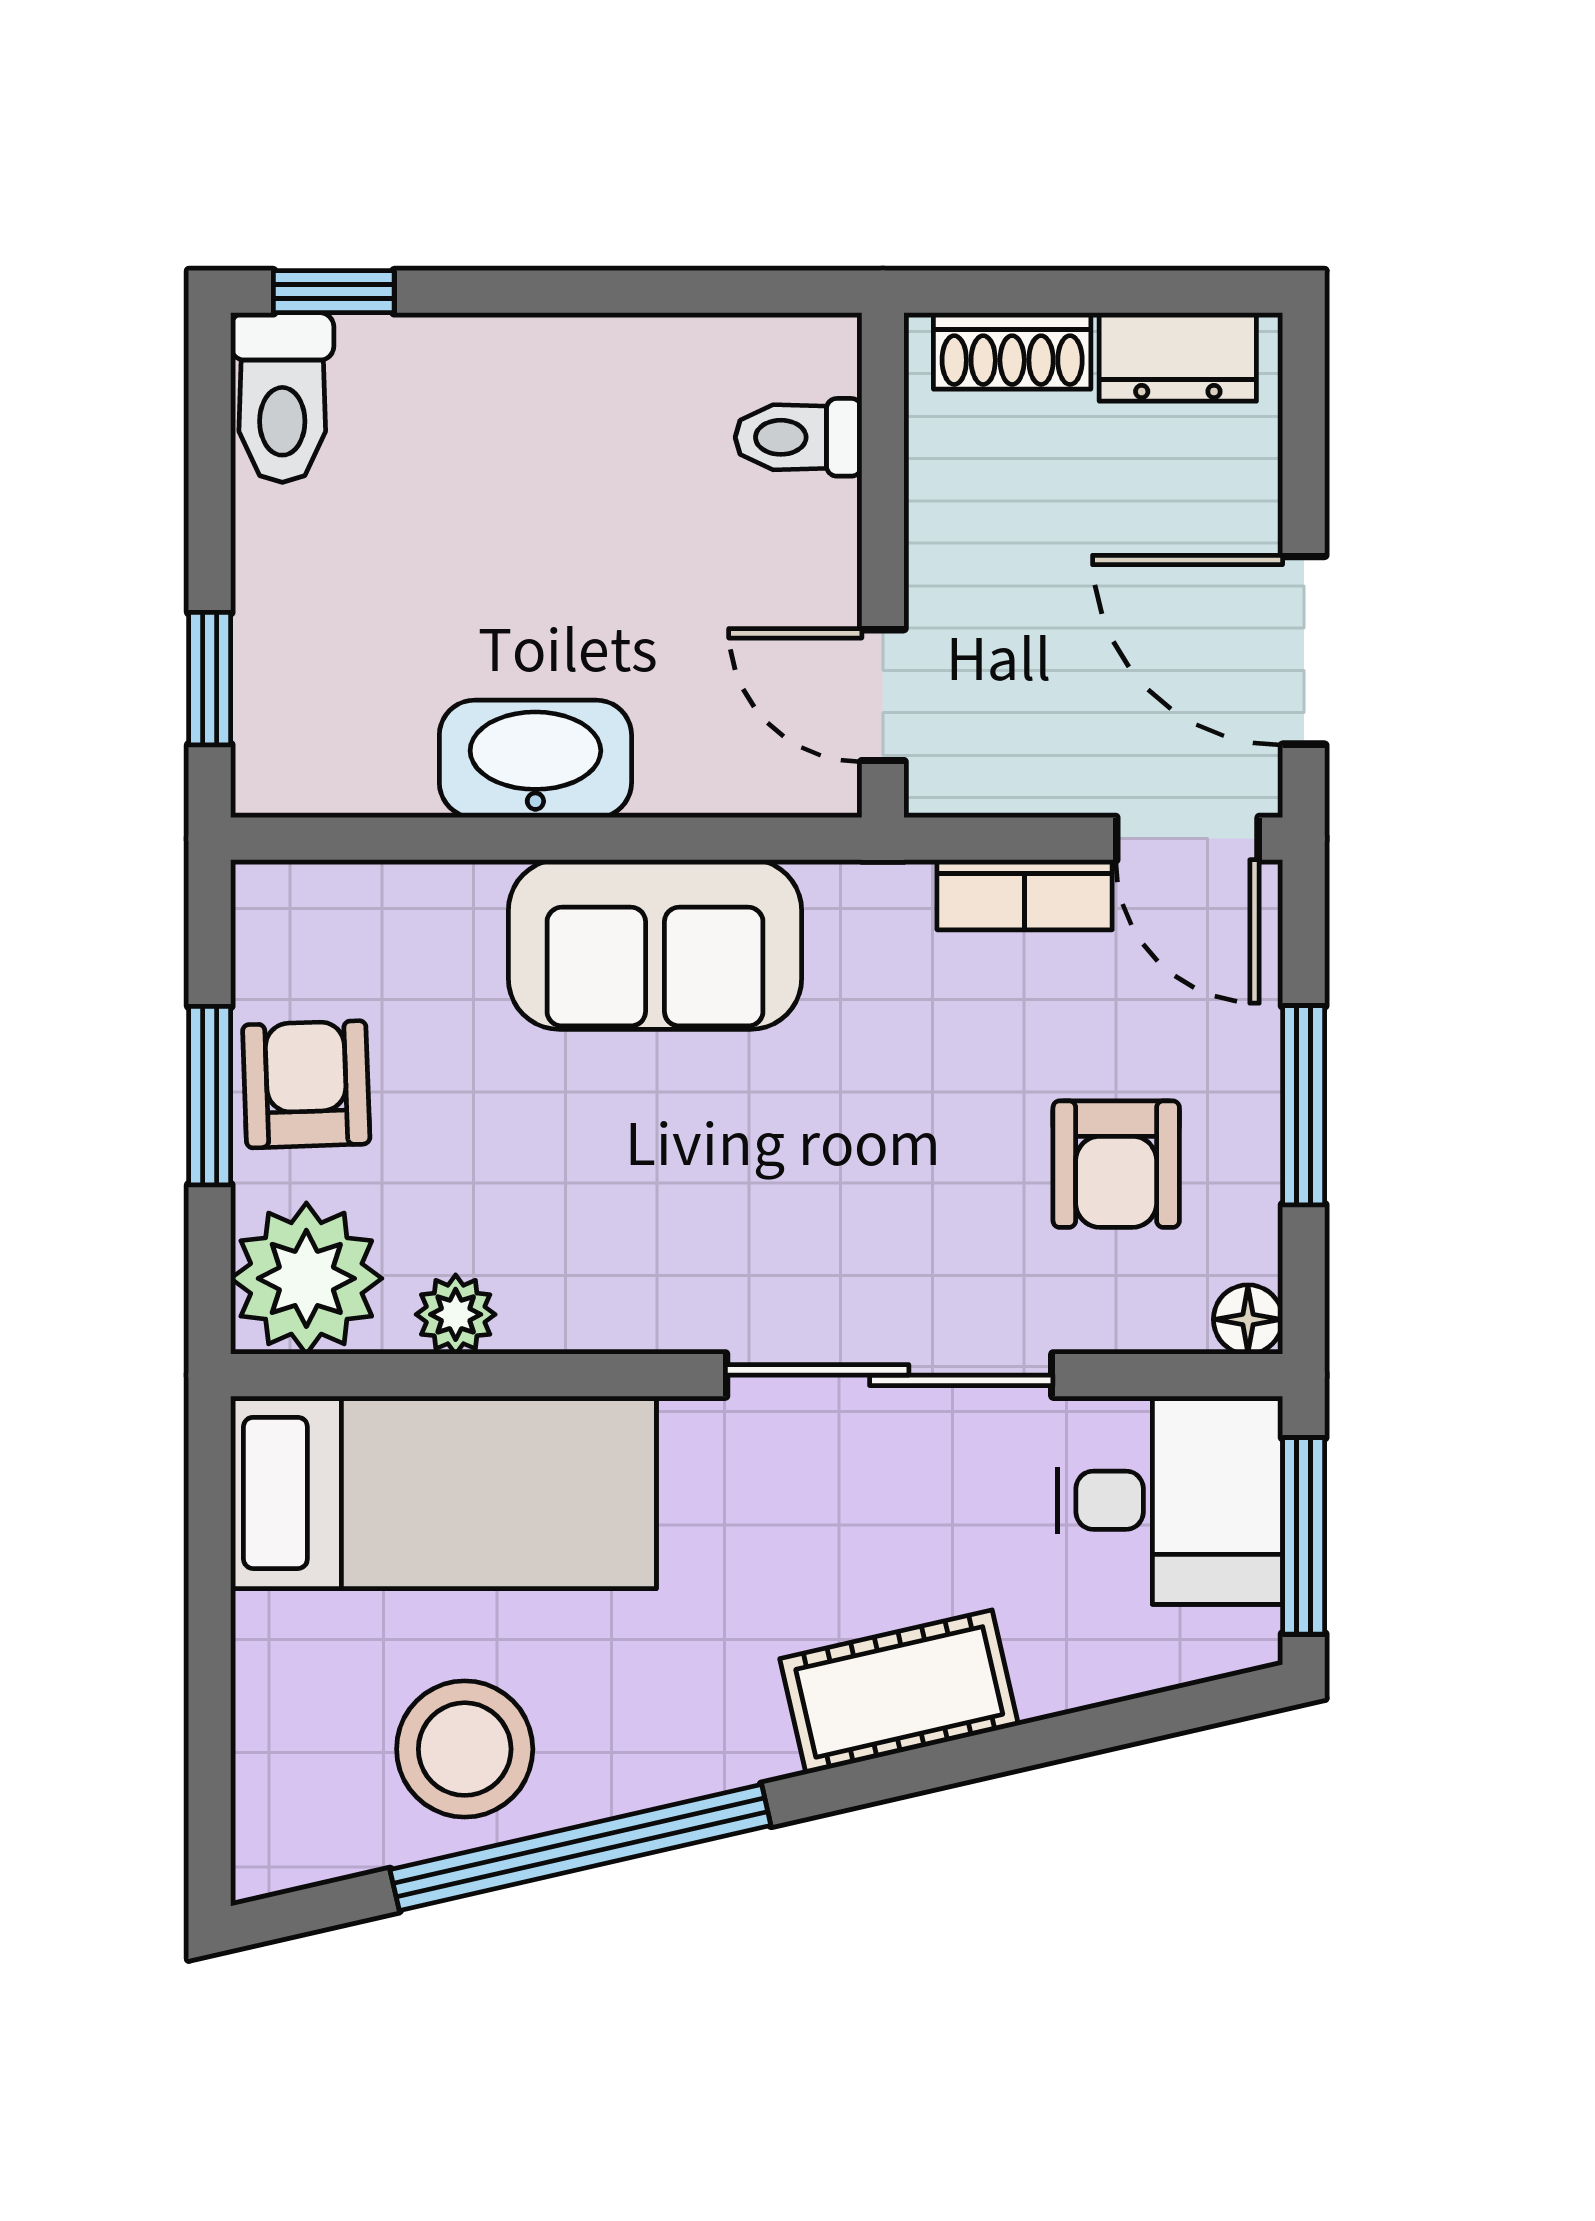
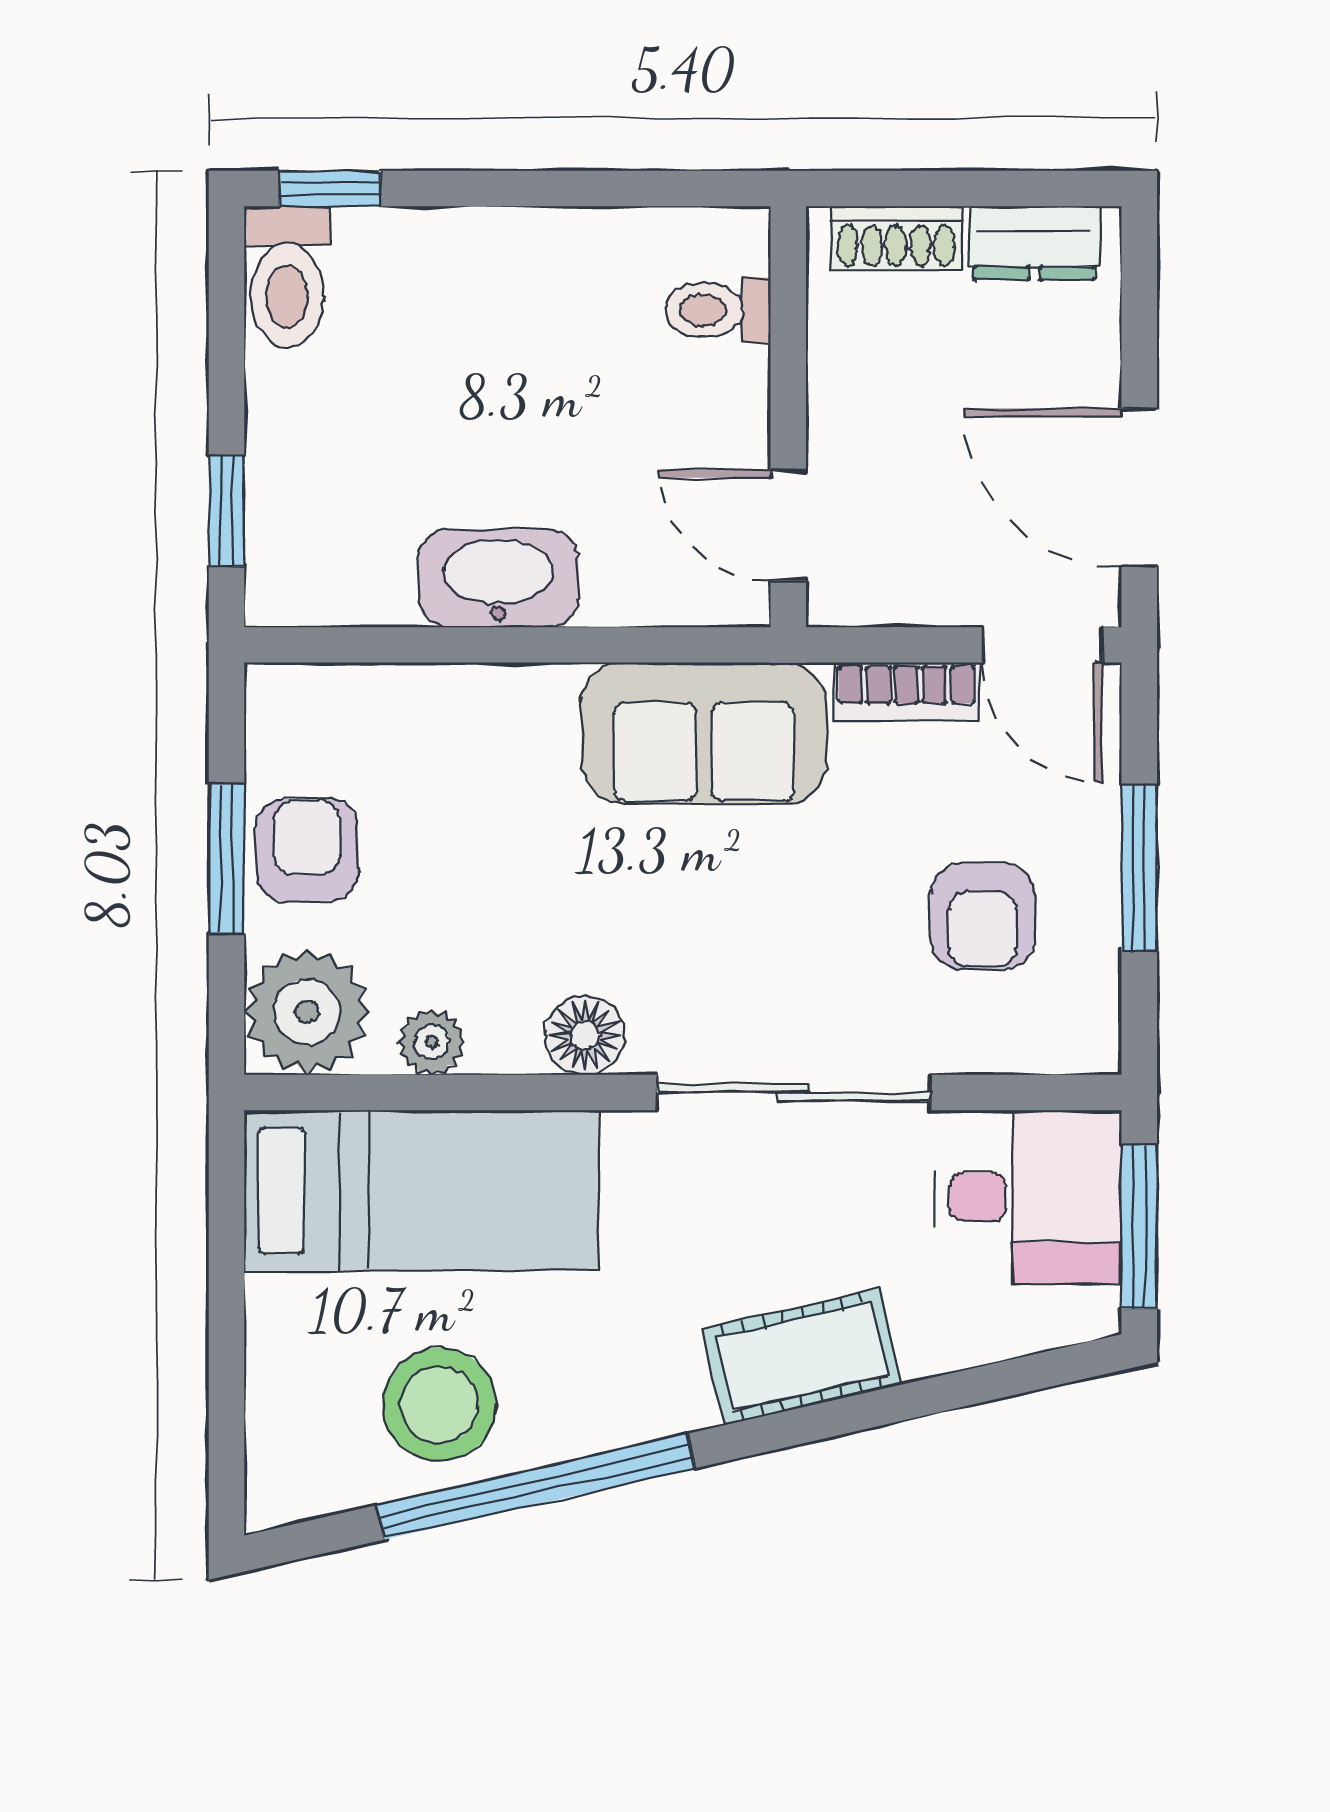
sofa: (655, 945) -> (704, 733), moved
floor lamp: (1248, 1319) -> (585, 1035), moved, width x1.37, depth x1.37

